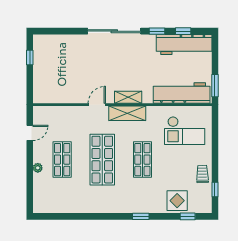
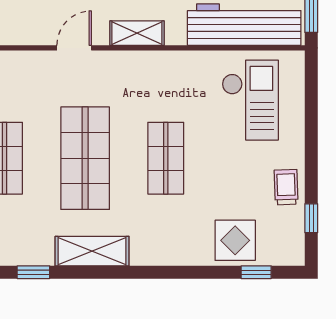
shelving: (127, 113) -> (92, 251), moved
checkout: (185, 131) -> (250, 100), turned -90
window: (141, 216) -> (33, 272), moved

